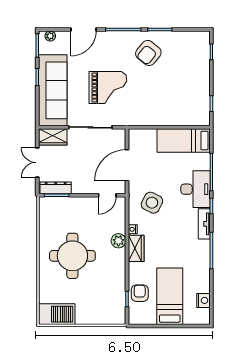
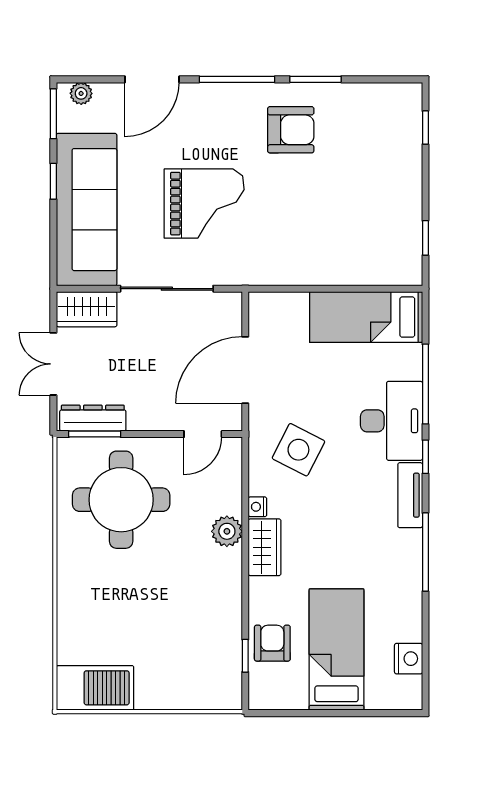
armchair: (148, 53) -> (291, 130), turned -129
round table: (72, 256) -> (121, 500), moved

